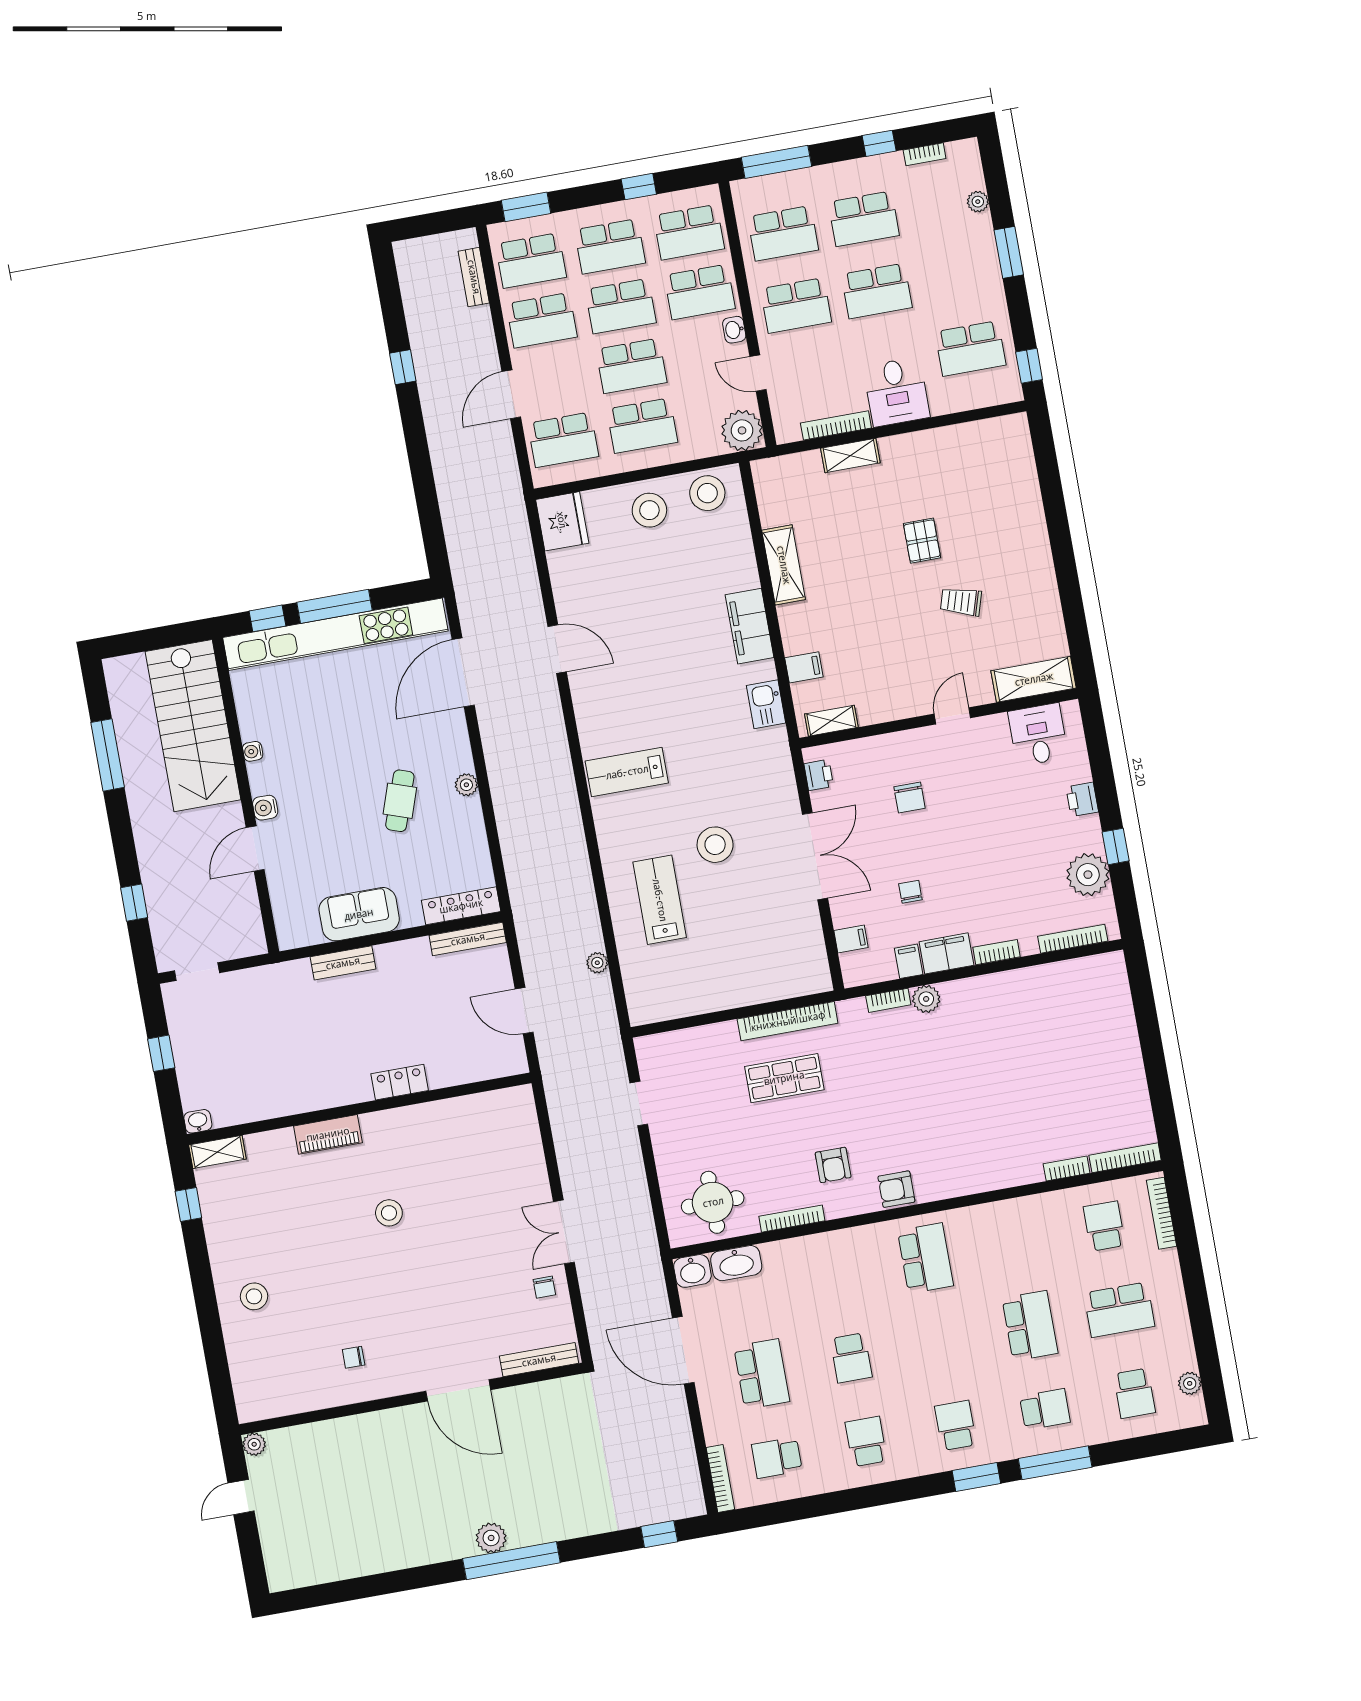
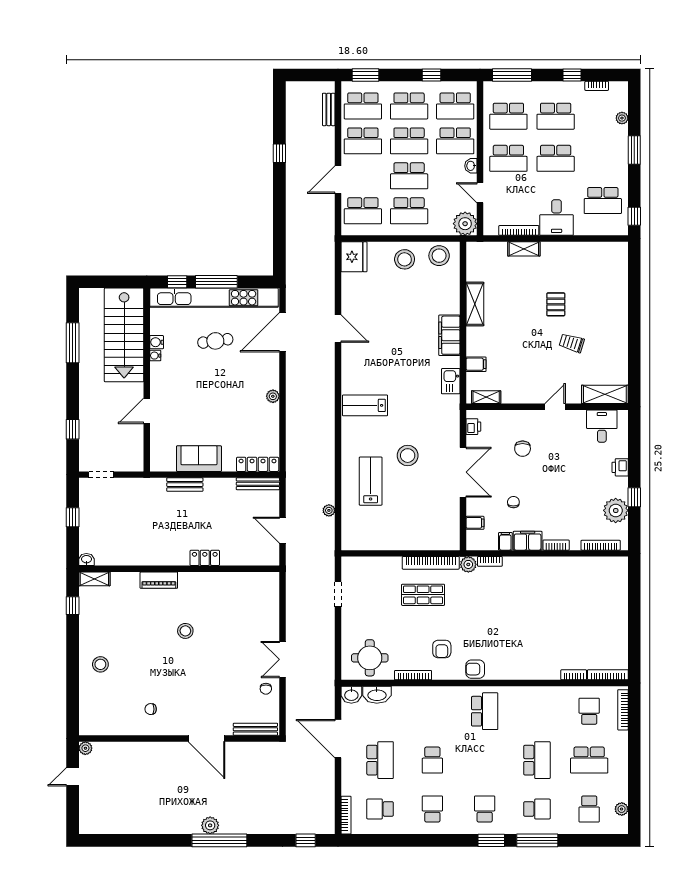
cafe table: (400, 801) -> (215, 341), moved, turned 63
water cooler: (265, 808) -> (157, 342), moved
plant: (926, 999) -> (468, 564), moved

